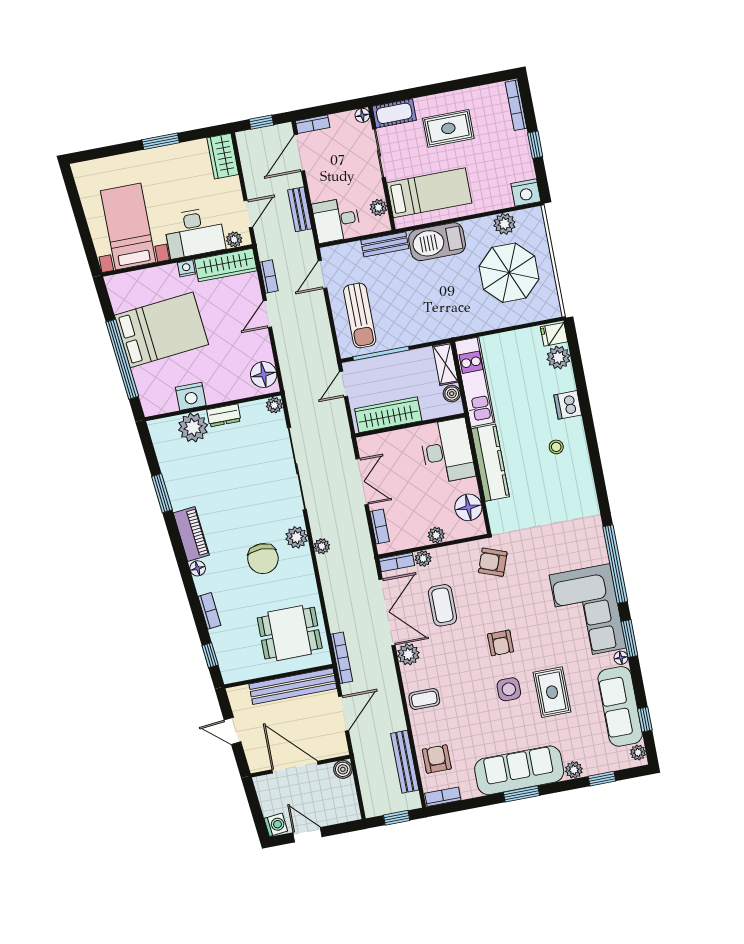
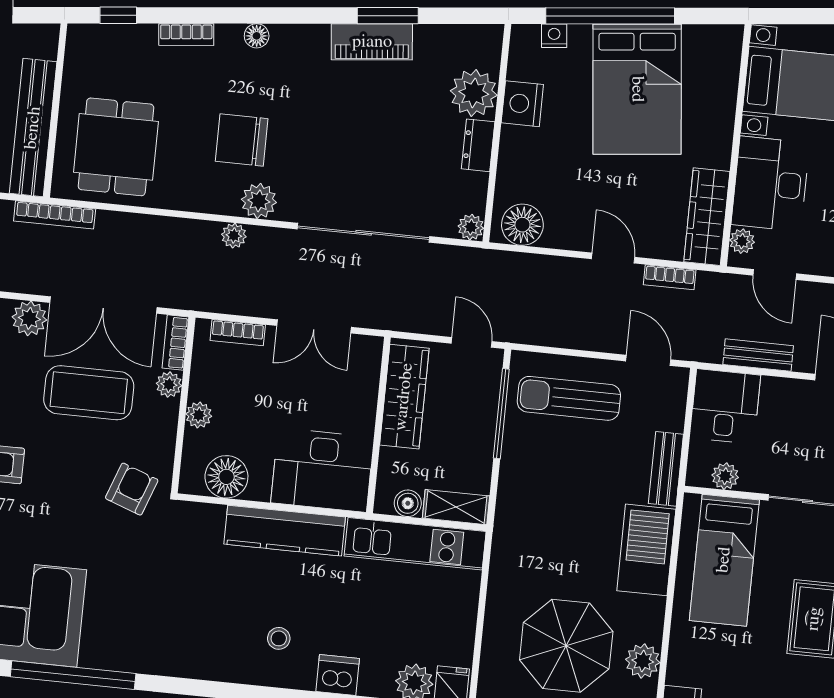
nightstand: (186, 268) -> (554, 36), moved, turned -96
piano: (191, 534) -> (372, 42), moved
coffee table: (442, 605) -> (89, 393), width x1.36, depth x1.32

